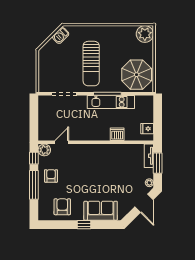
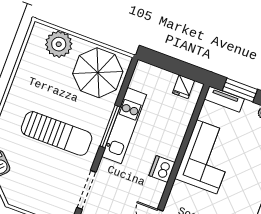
plant: (145, 34) -> (59, 44), moved
dishwasher: (117, 134) -> (162, 169), moved
corner sofa: (111, 158) -> (207, 157), added

